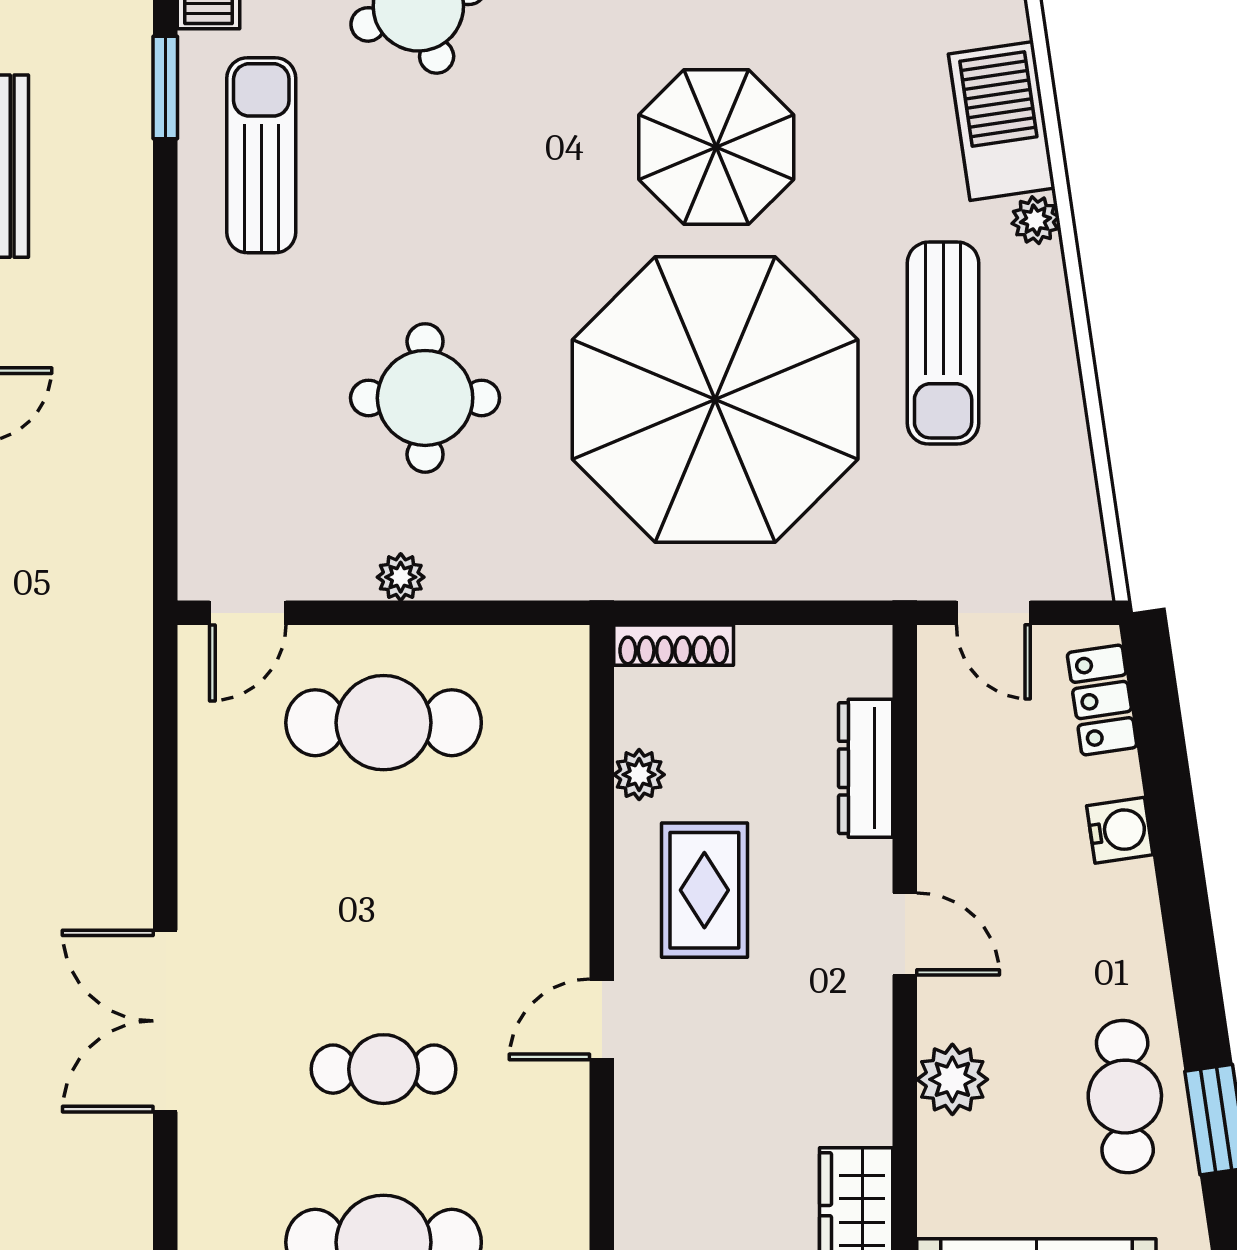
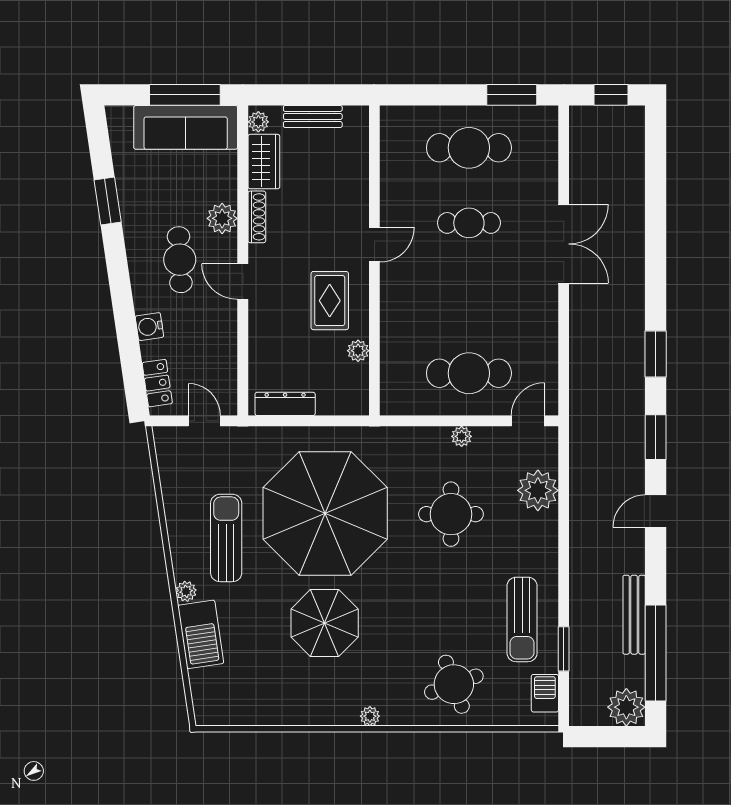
plant: (225, 453) -> (538, 490), added
shoe rack: (674, 645) -> (257, 217), moved, turned 90
dresser: (866, 768) -> (285, 404), moved, turned -90
cafe table: (1125, 1097) -> (180, 260), moved

